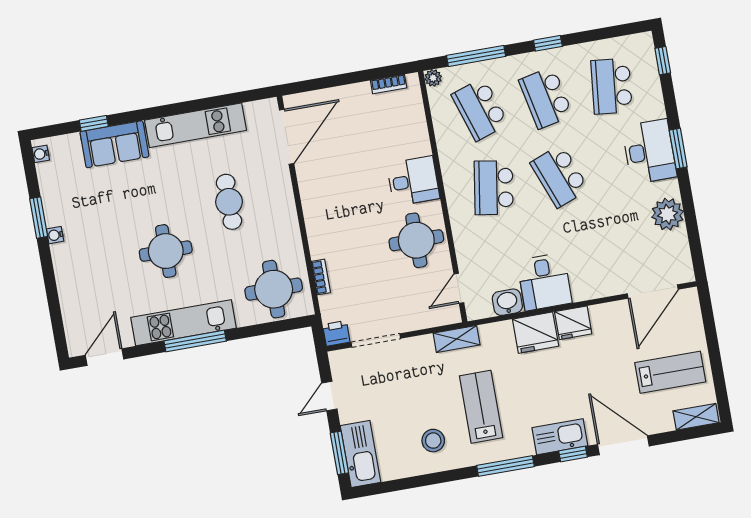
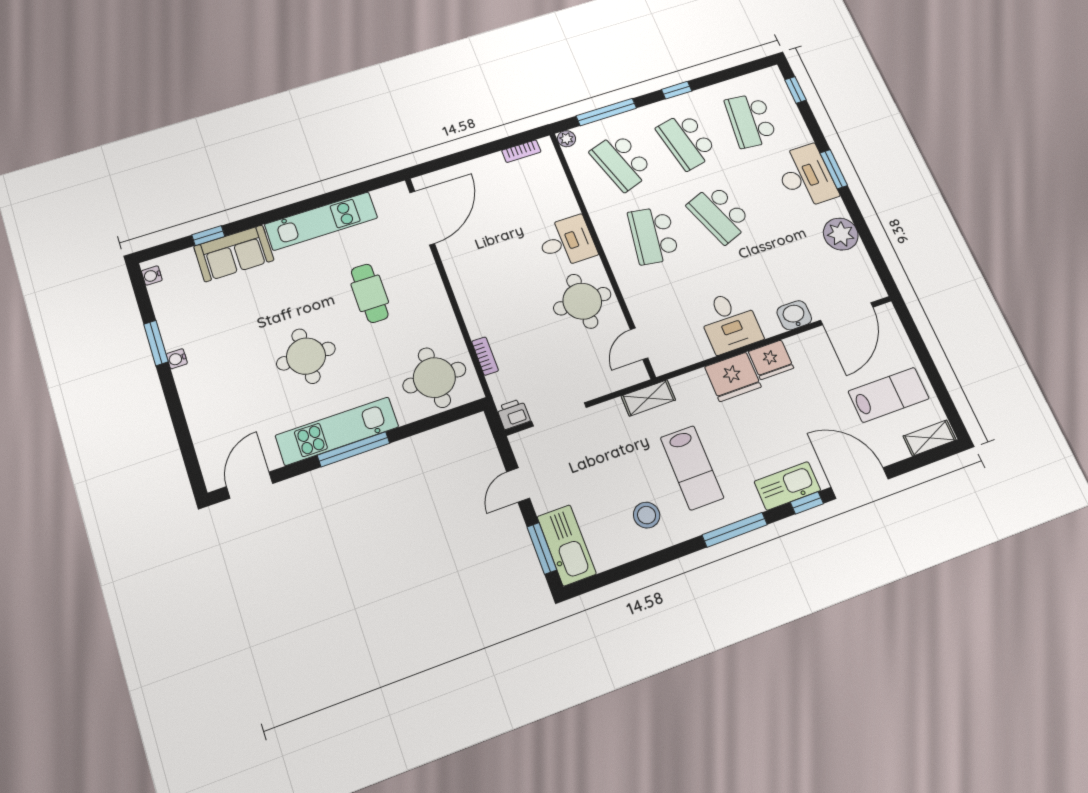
washbasin: (507, 302) -> (794, 315), moved
lab bench: (481, 407) -> (692, 468), turned 180

